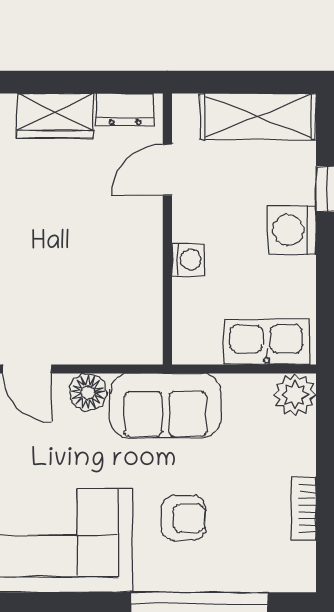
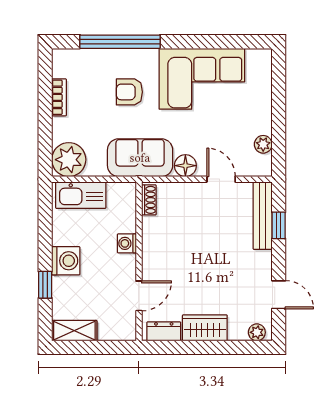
shelving: (258, 116) -> (74, 331), width x0.67, depth x0.75
shoe rack: (150, 334) -> (149, 200), added
plant: (295, 395) -> (69, 160), width x1.36, depth x1.36

